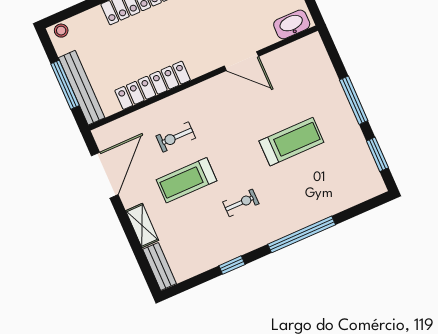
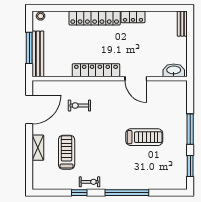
locker: (153, 85) -> (96, 70), moved
treadmill: (186, 180) -> (67, 152), moved, turned 90
exercise bike: (241, 203) -> (90, 182), moved
bench: (159, 266) -> (38, 175), removed

